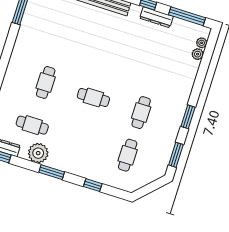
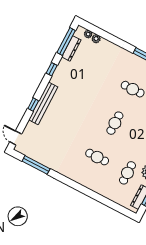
dresser: (156, 17) -> (71, 48), moved

